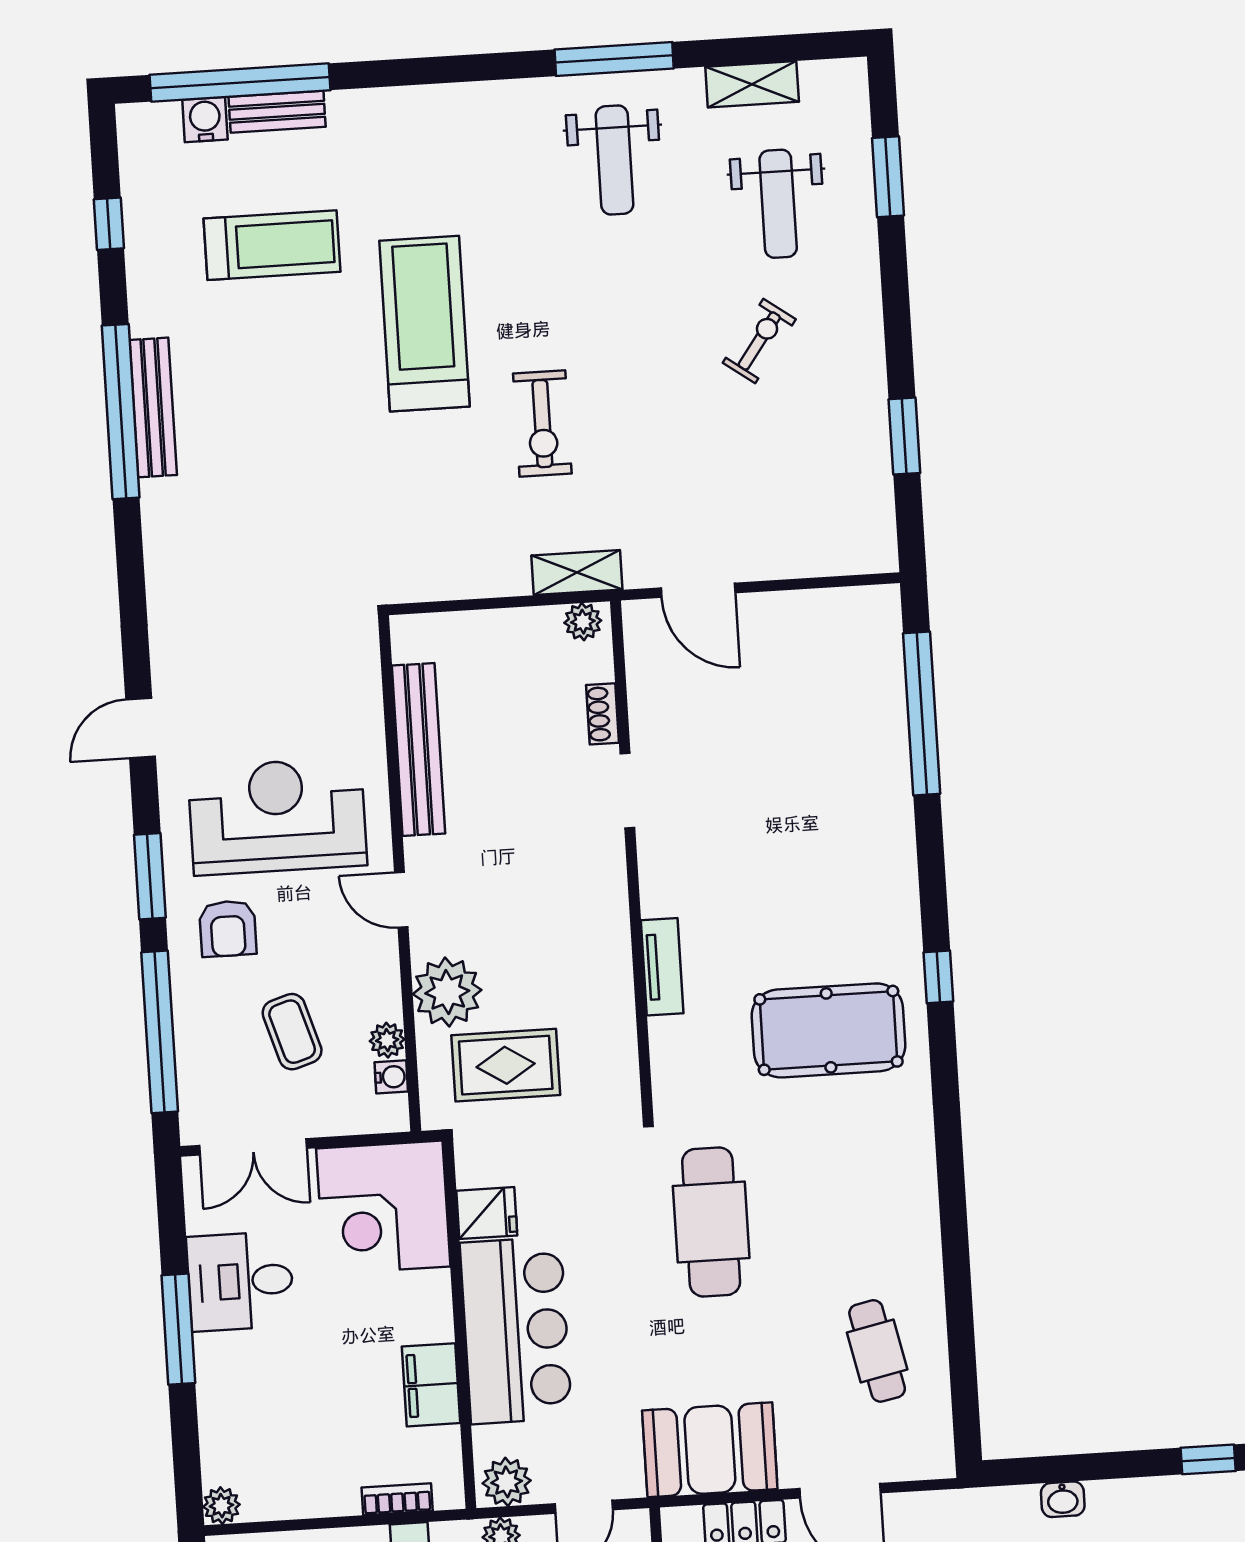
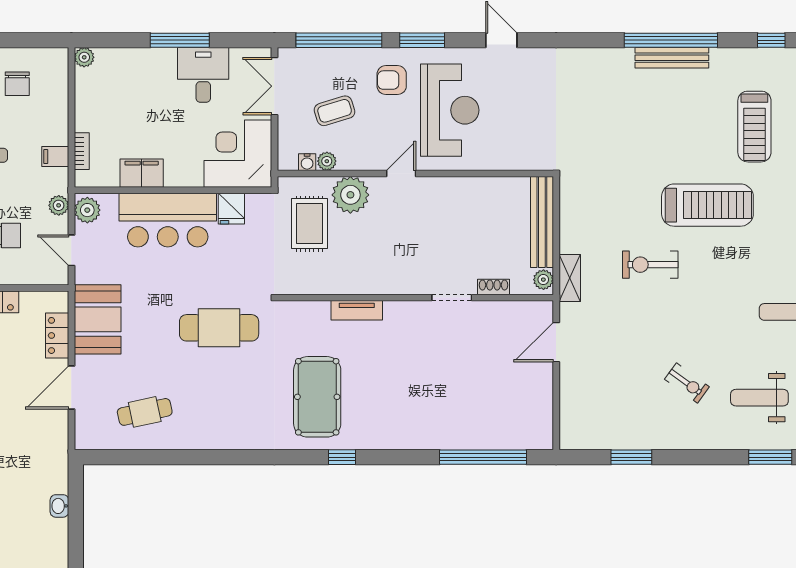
bench: (419, 749) -> (542, 222), moved, turned 90

